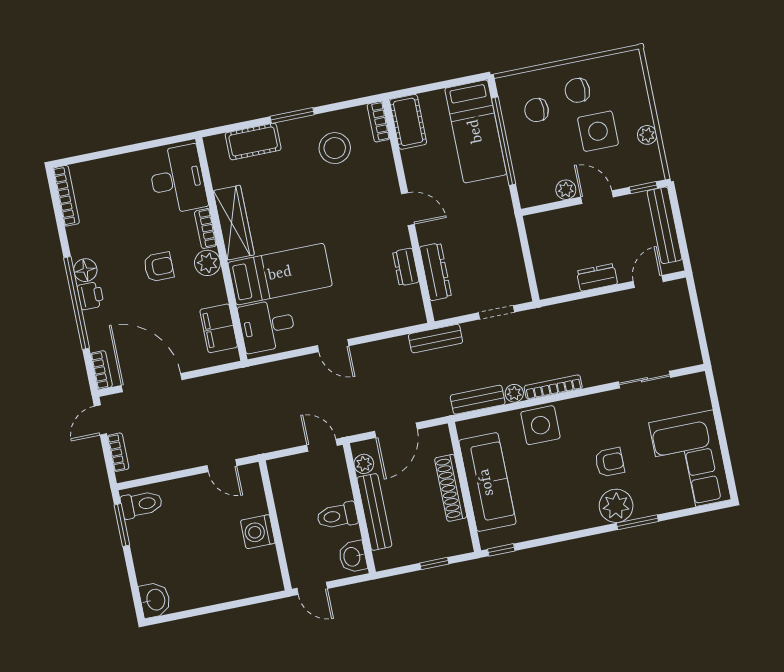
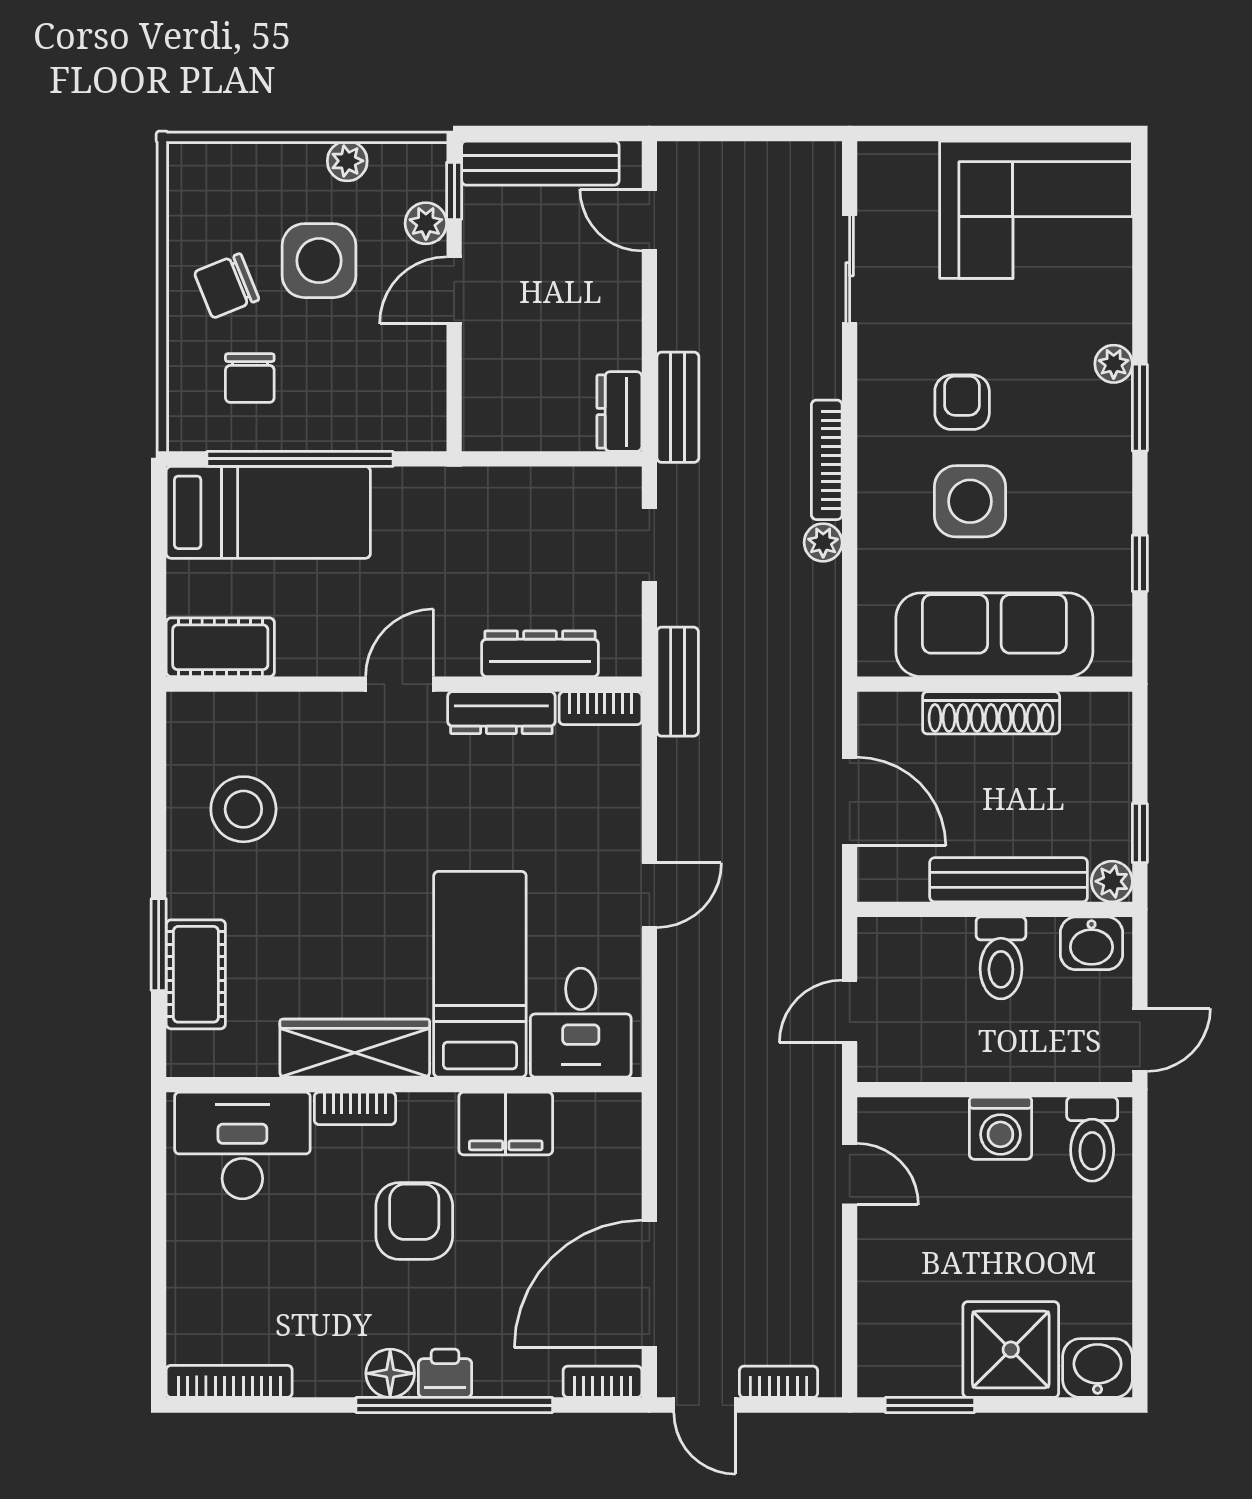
chair: (577, 90) -> (227, 286), turned 68
window: (292, 115) -> (159, 945), moved
bookcase: (378, 122) -> (600, 708), moved
plant: (566, 190) -> (426, 223), moved
plant: (207, 263) -> (426, 1119), removed
armchair: (159, 267) -> (414, 1221), width x1.38, depth x1.38
dresser: (406, 267) -> (501, 713), width x1.44
dresser: (597, 277) -> (619, 412), moved
filing cabinet: (219, 328) -> (506, 1123), moved
bench: (478, 400) -> (678, 407), moved
side table: (540, 425) -> (970, 501), moved
door: (322, 445) -> (850, 1011), moved
armchair: (610, 462) -> (962, 402), moved
plant: (364, 464) -> (1112, 881), moved
door: (222, 466) -> (850, 1174), hinge flipped
toilet: (142, 504) -> (1092, 1139), moved, turned 180
plant: (616, 506) -> (1114, 364), width x0.53, depth x0.53
window: (637, 522) -> (1140, 408), moved
window: (501, 550) -> (1140, 563), moved
shower: (155, 558) -> (1011, 1350), added
window: (434, 564) -> (1140, 833), moved

